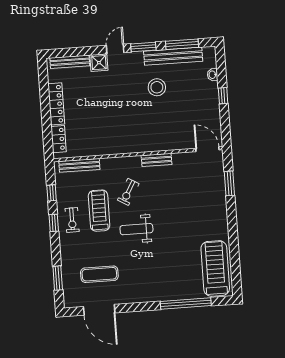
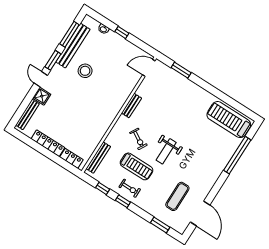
treadmill: (99, 211) -> (137, 166), turned 180
door: (99, 310) -> (200, 213), hinge flipped

